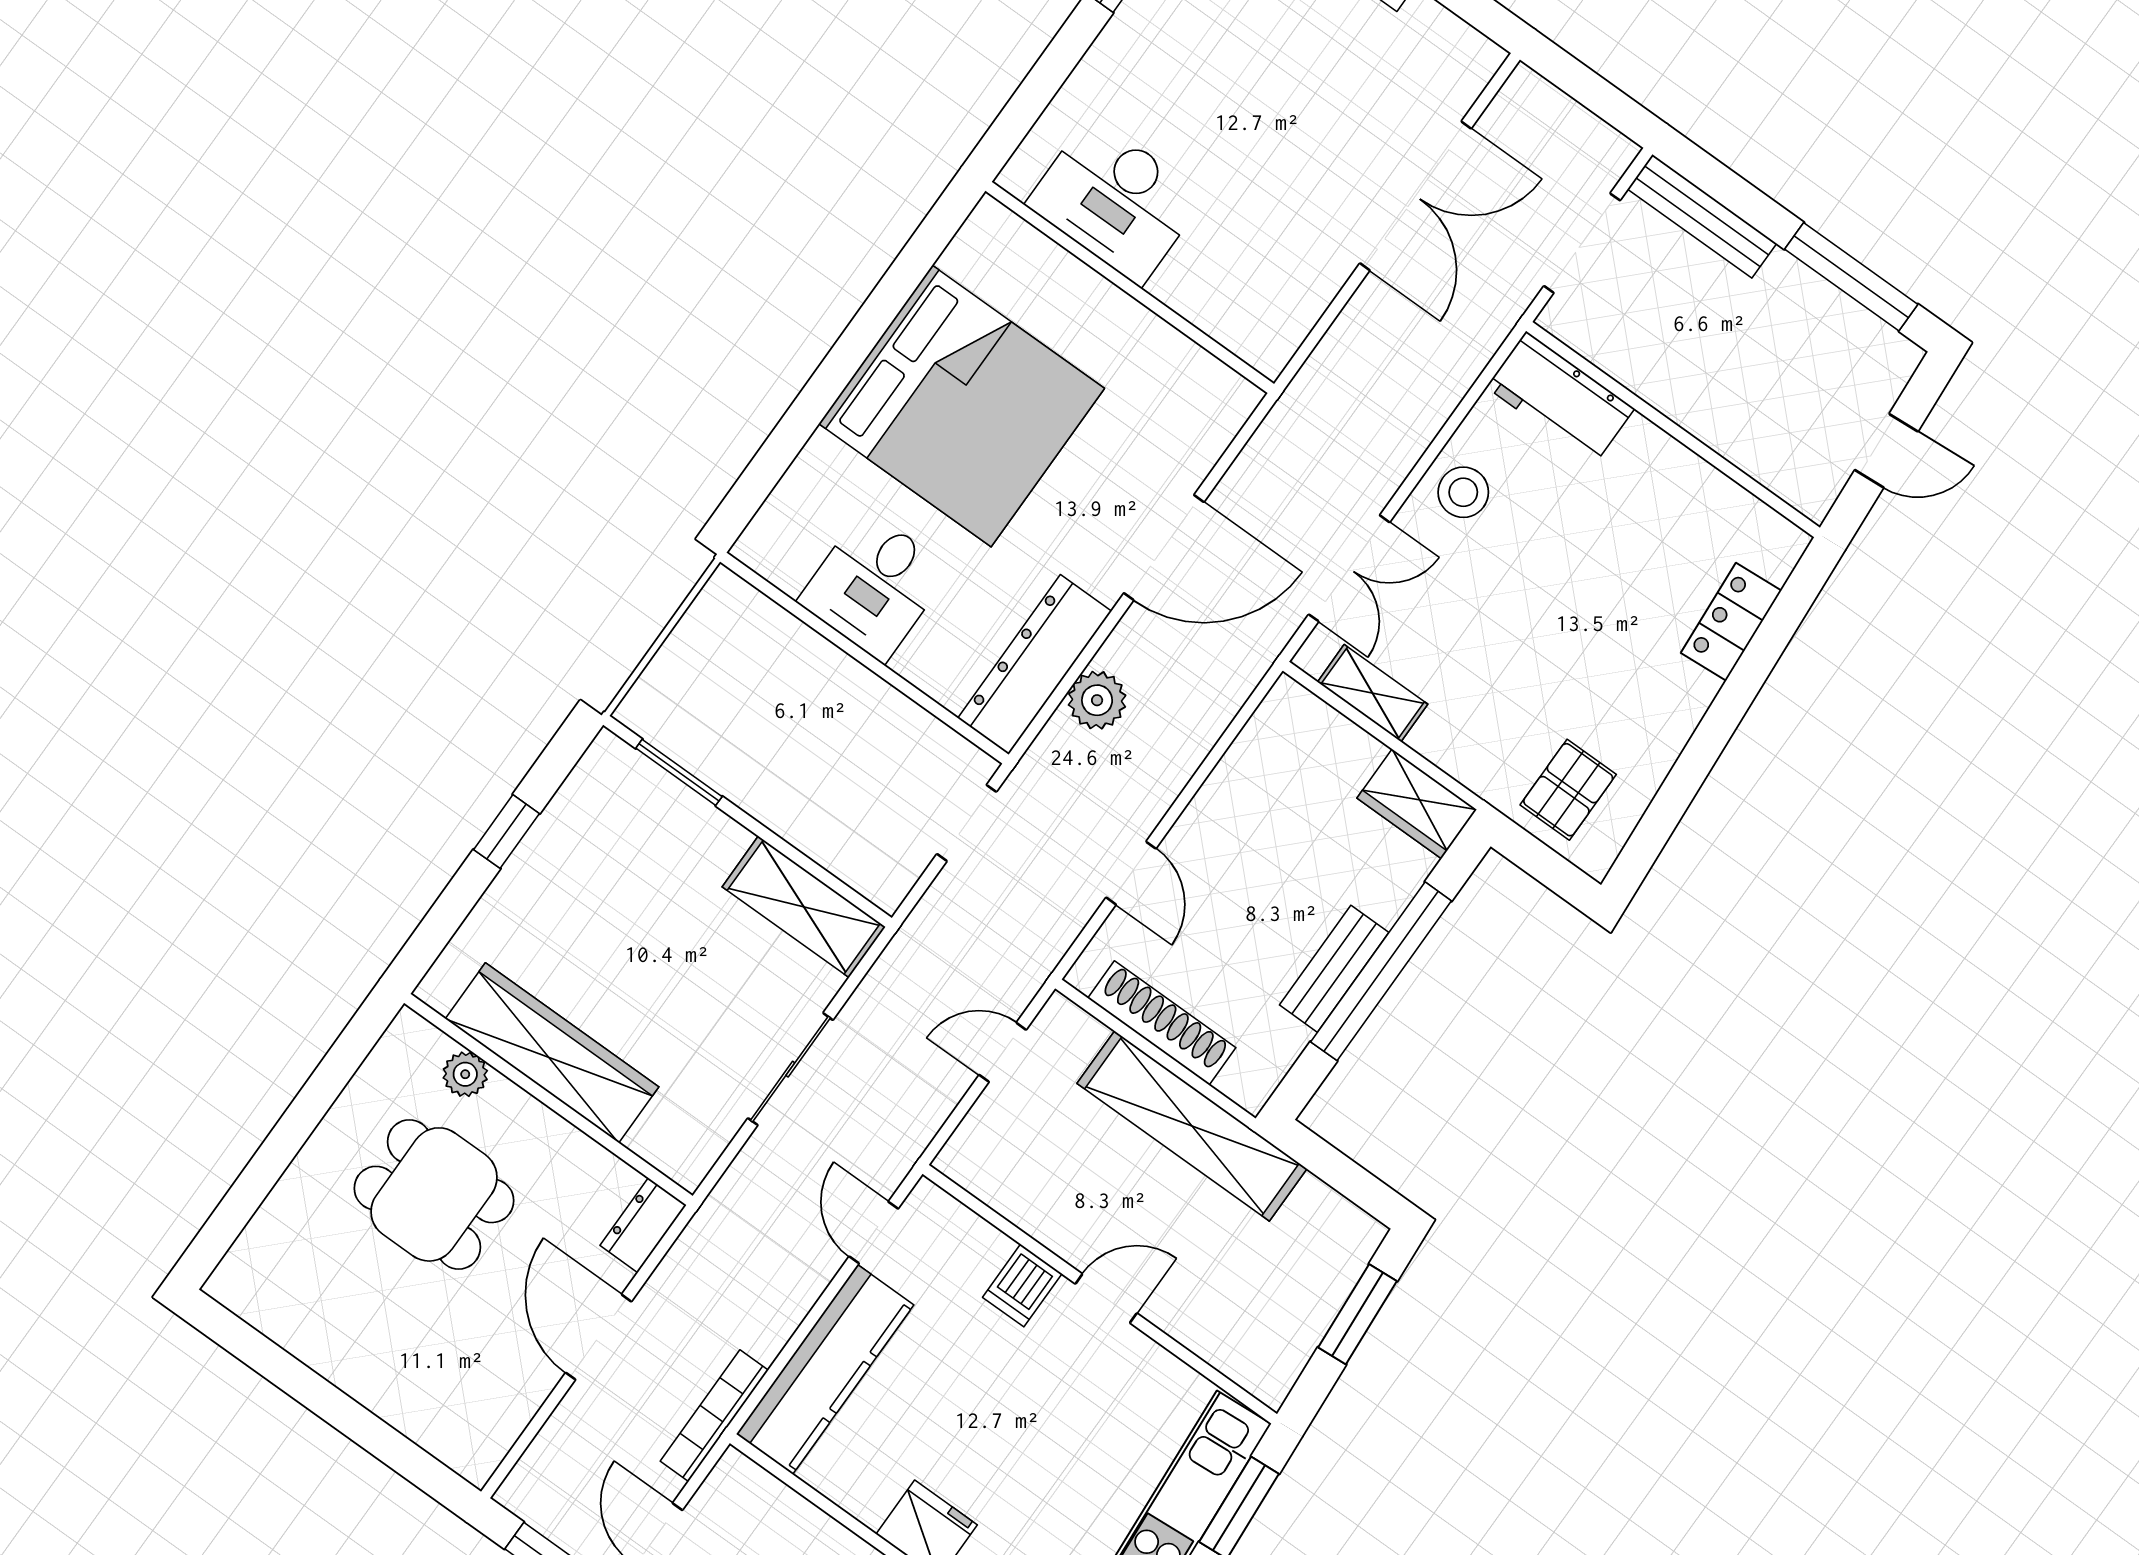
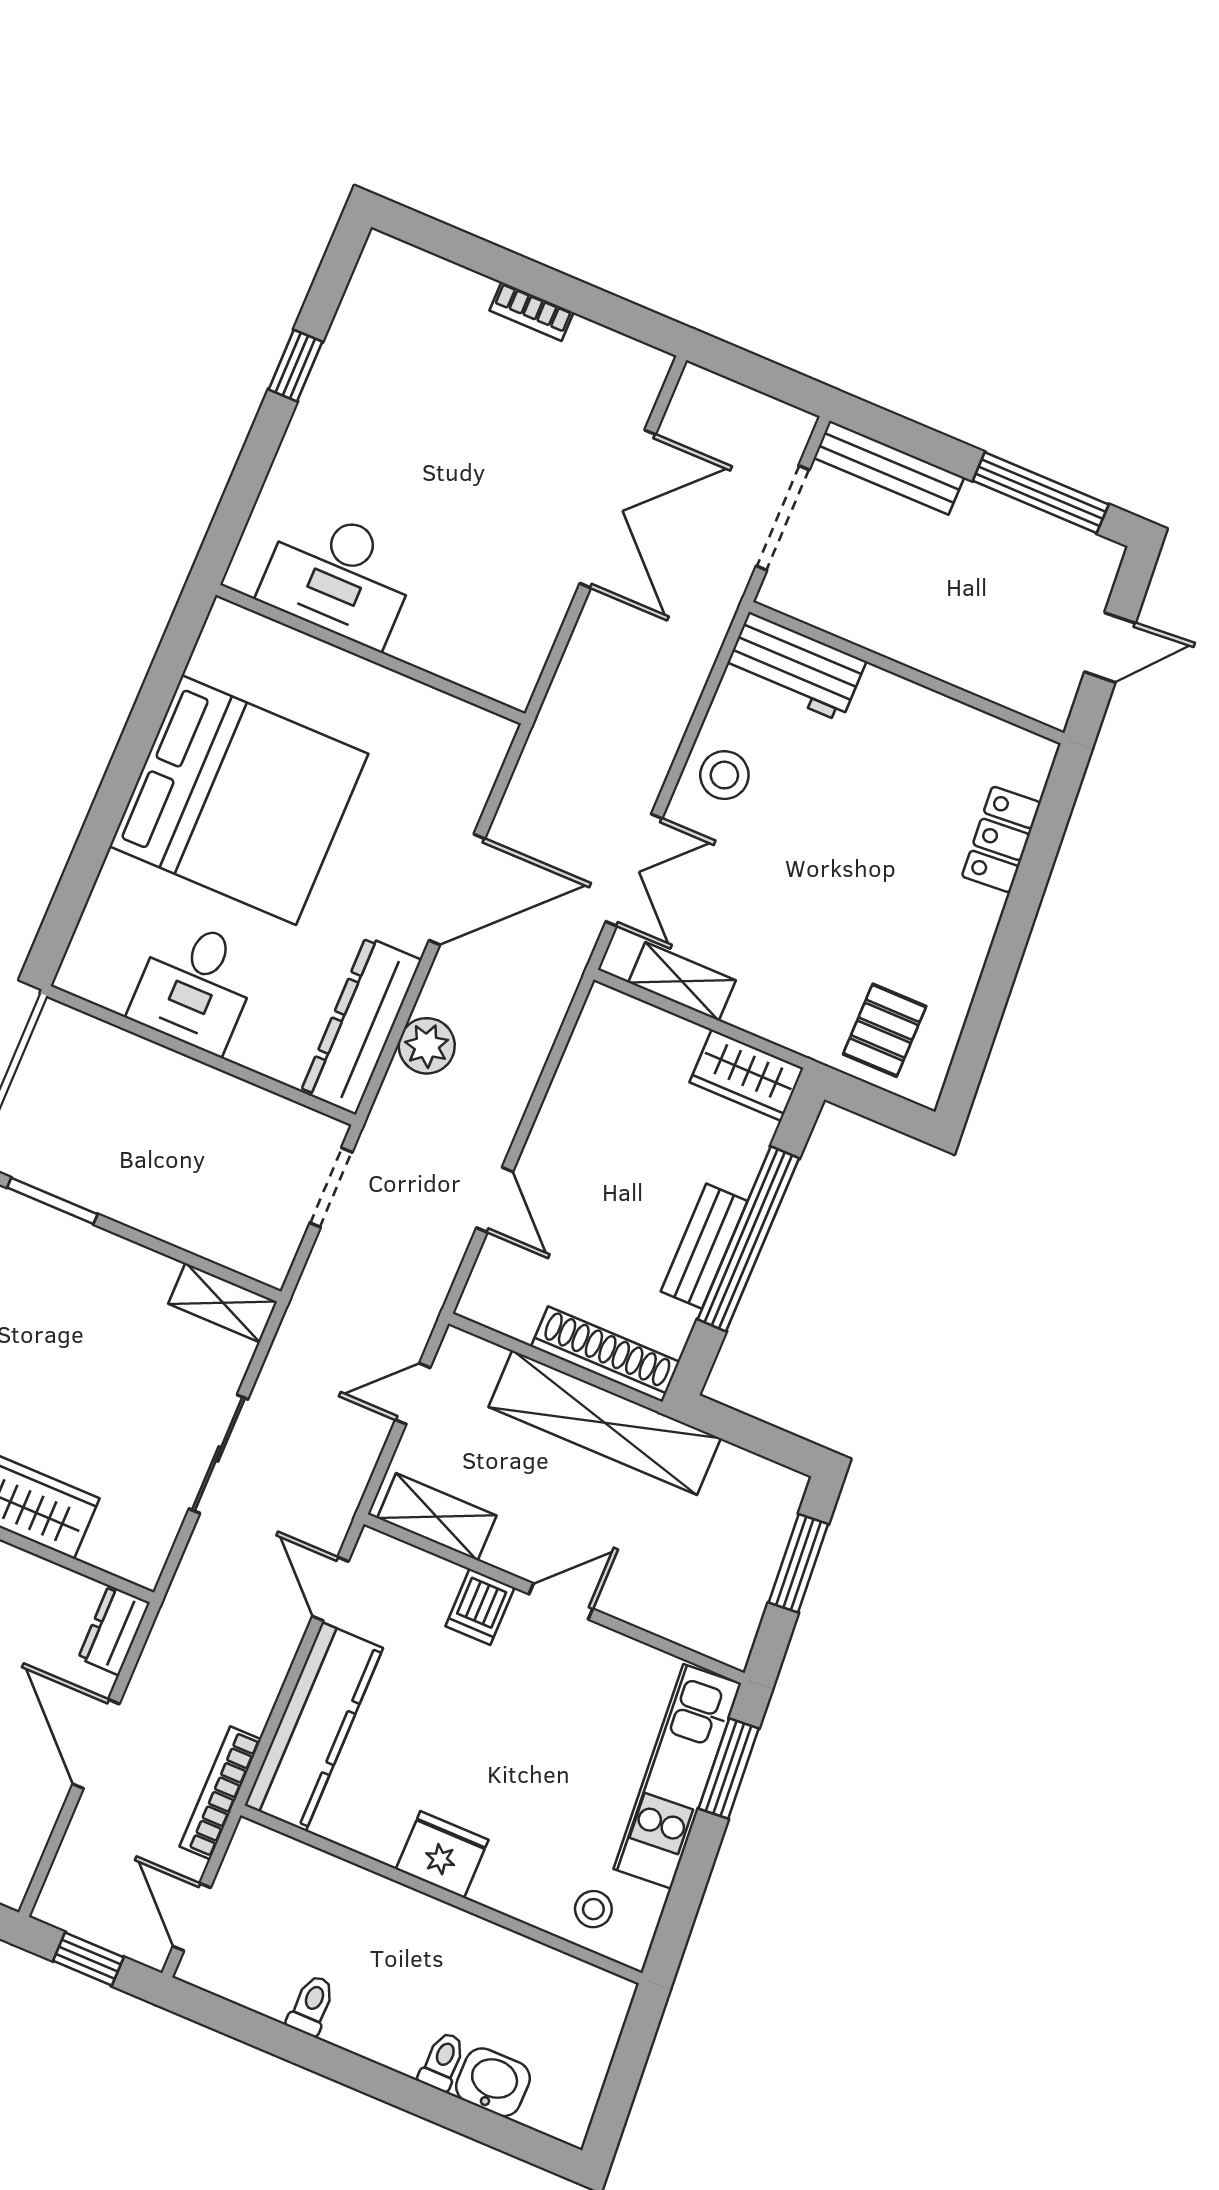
shelving: (804, 907) -> (223, 1303), width x0.67, depth x0.75
shoe rack: (1162, 1023) -> (605, 1354), moved
shelving: (999, 1184) -> (437, 1517), added

